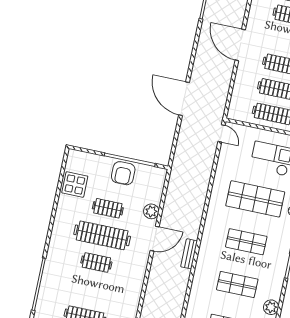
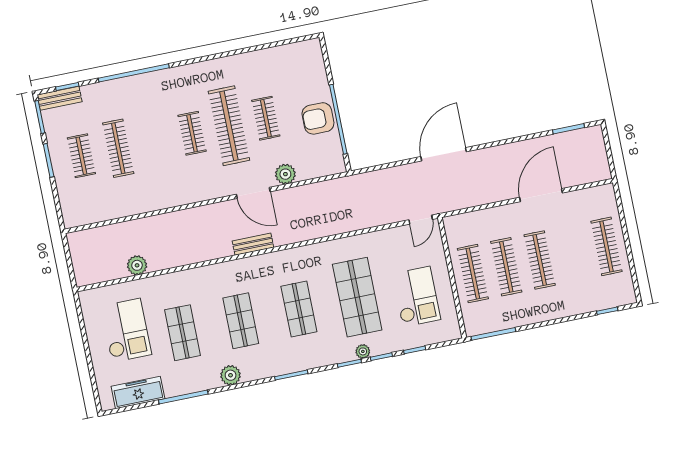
display table: (75, 184) -> (278, 64), removed

